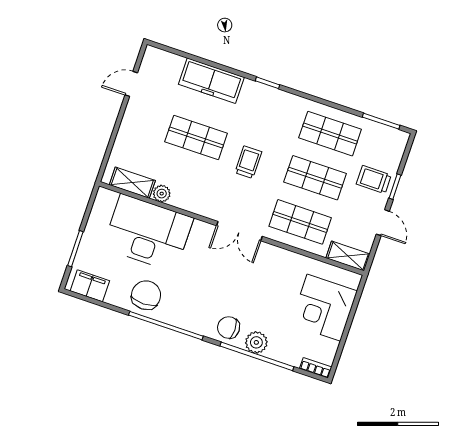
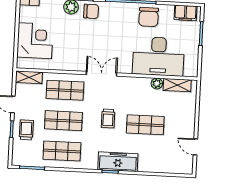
freezer: (211, 81) -> (118, 162), moved
door: (131, 84) -> (195, 147), swing flipped
trolley: (374, 180) -> (26, 130), turned -90

